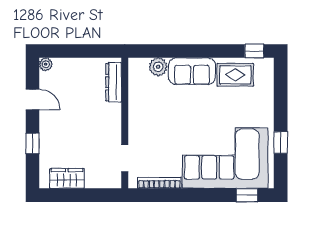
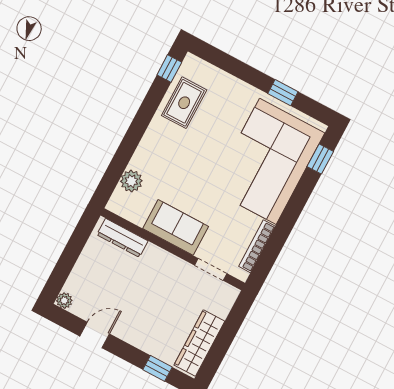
sofa: (192, 71) -> (176, 227), moved, turned -90
window: (32, 143) -> (157, 368), moved
wardrobe: (67, 178) -> (199, 343), width x1.50

